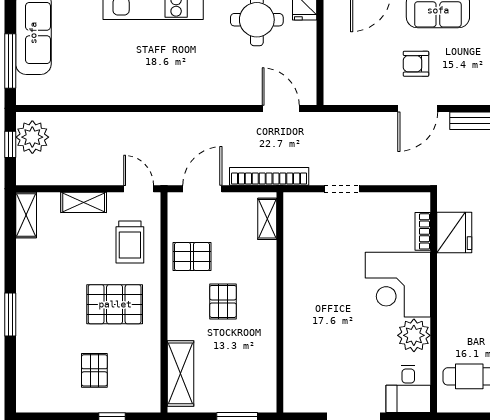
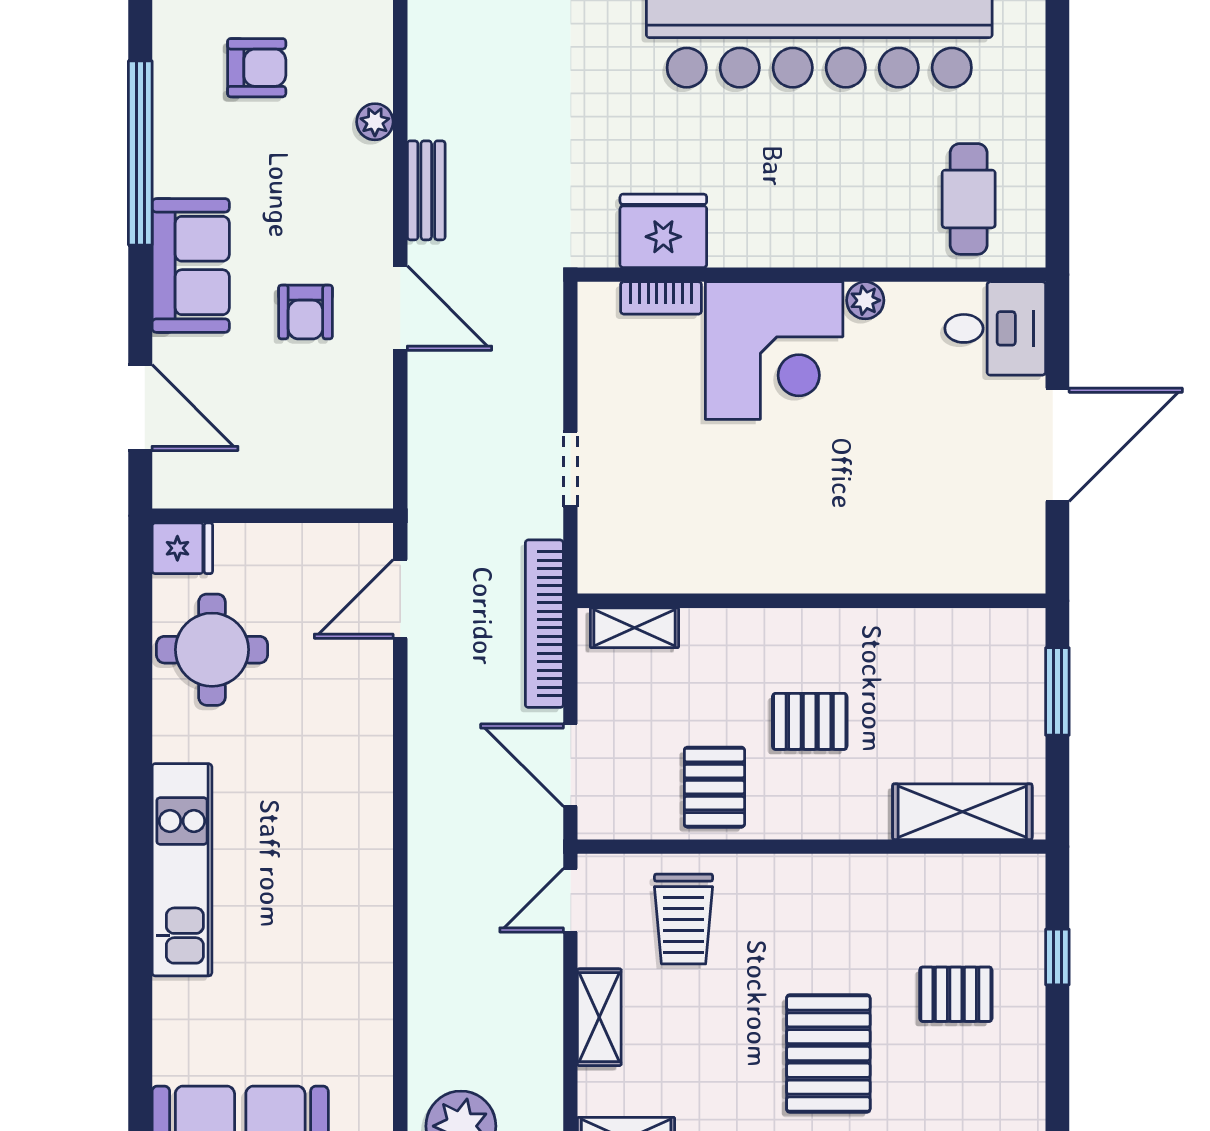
trolley: (130, 242) -> (684, 919), turned 90
pallet: (115, 304) -> (828, 1053), moved
plant: (414, 335) -> (865, 300), width x0.53, depth x0.53

